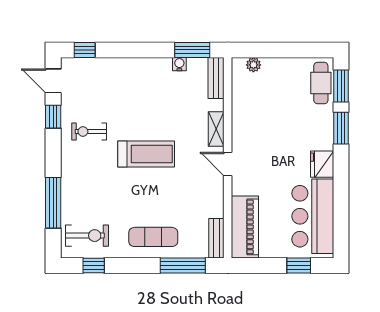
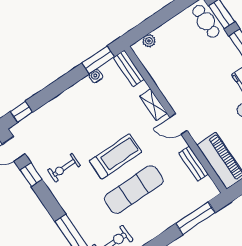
exercise mat: (153, 237) -> (134, 189), moved, width x1.36, depth x1.45
bench: (216, 238) -> (194, 164), moved

